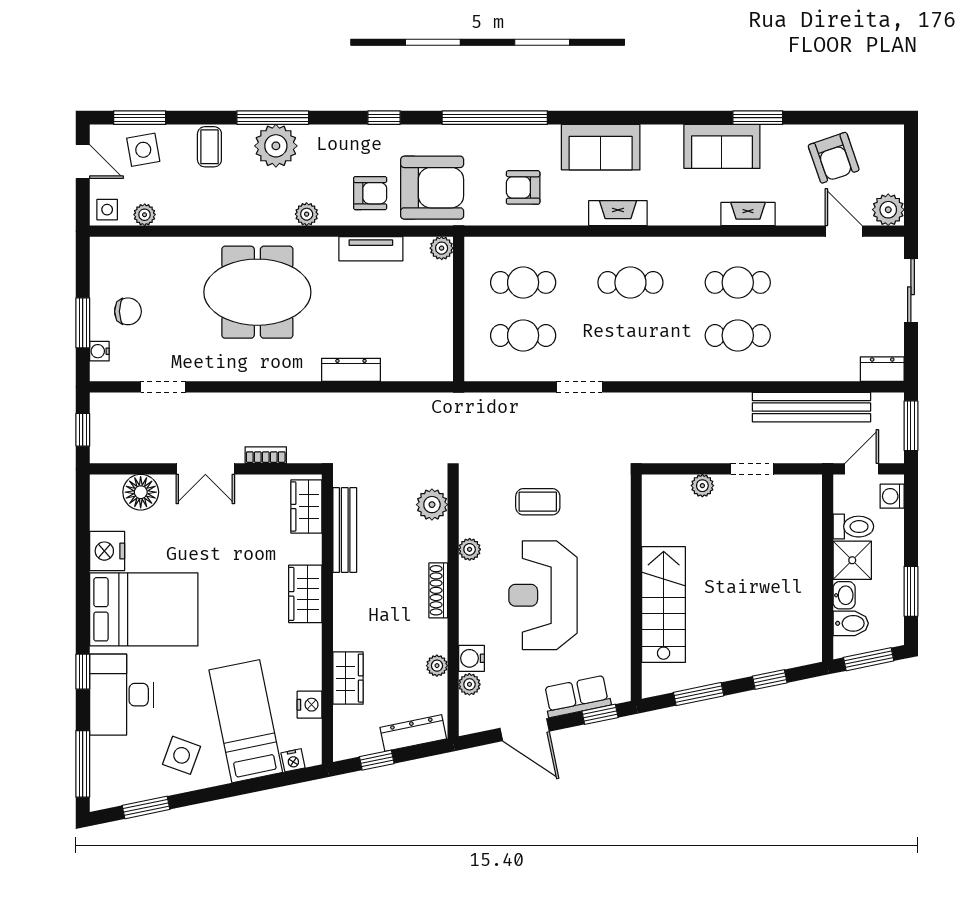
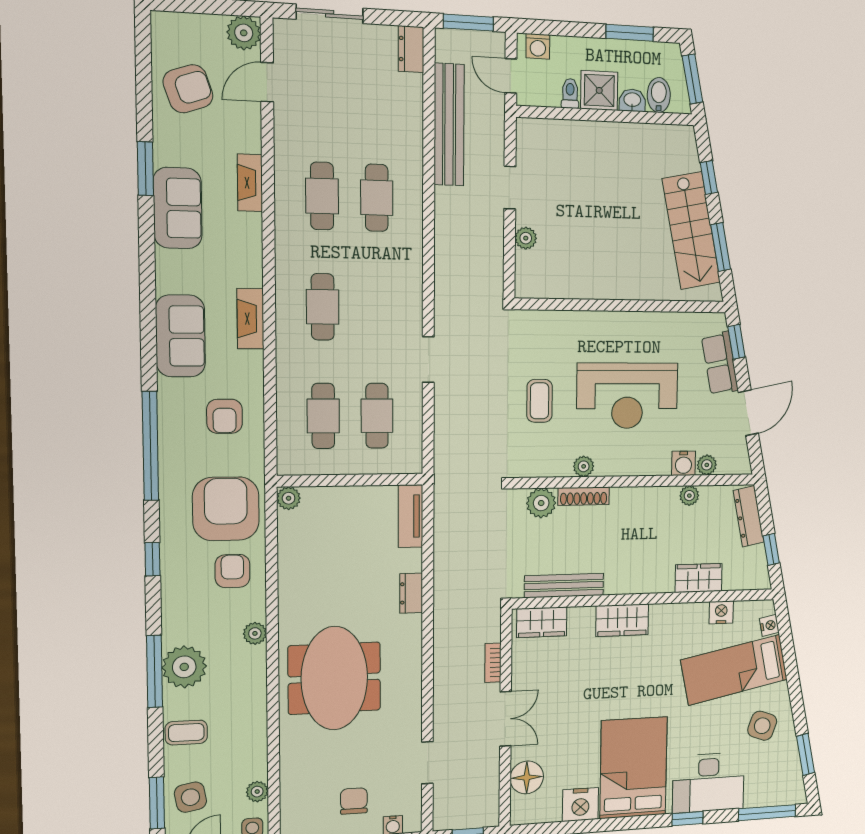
tv unit: (371, 249) -> (411, 516), moved, turned 180
dresser: (351, 370) -> (411, 593), width x0.70
toilet: (853, 527) -> (570, 93), width x0.73, depth x0.72
shoe rack: (438, 590) -> (584, 496), moved
stairs: (664, 605) -> (691, 231), moved, turned -102

